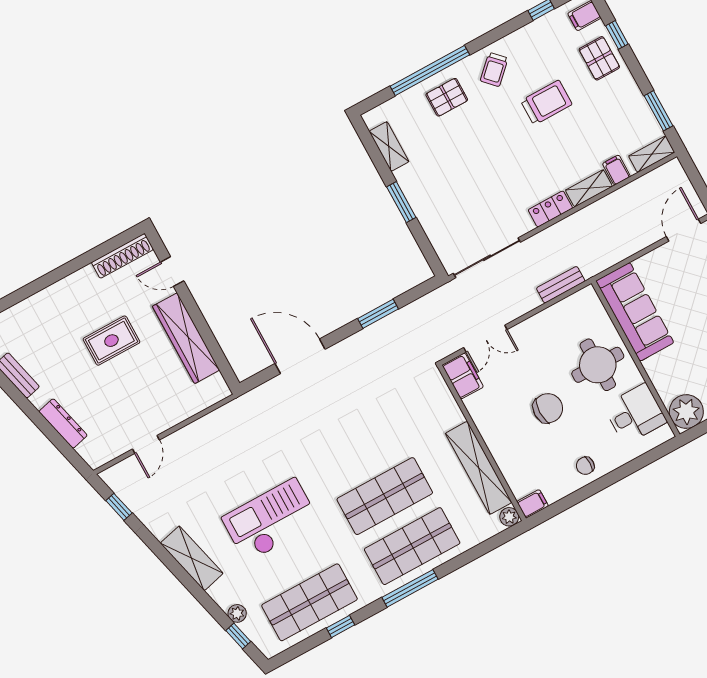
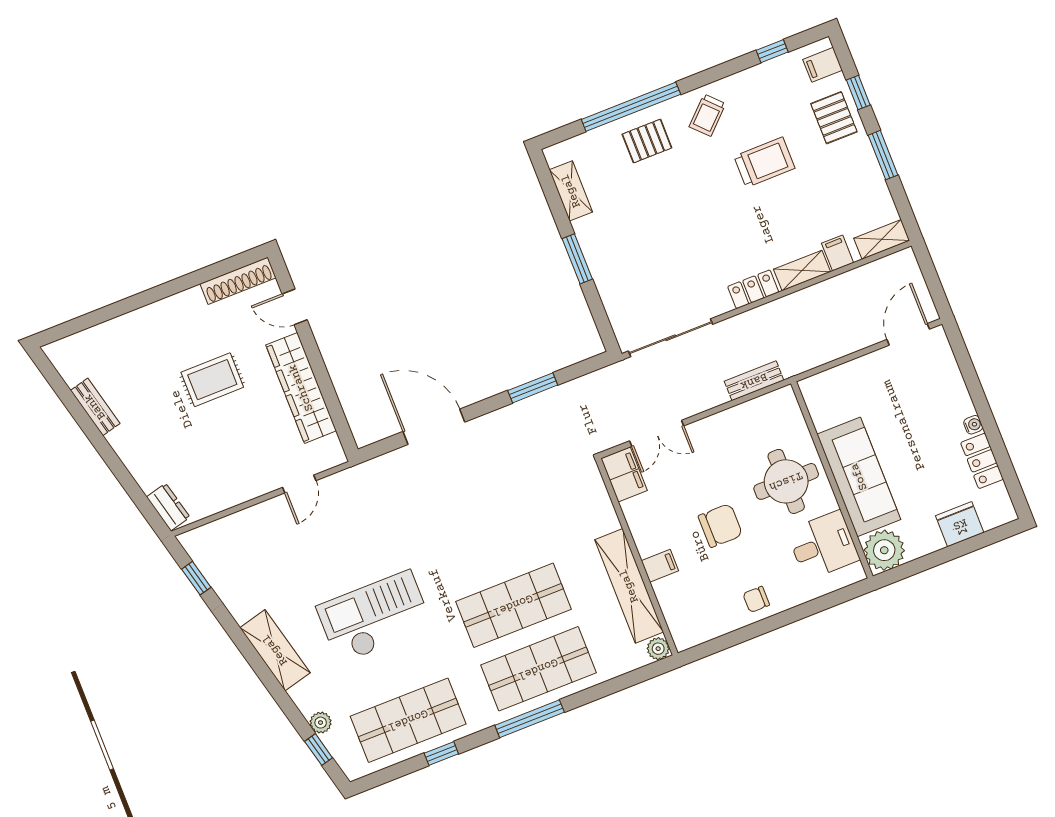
window: (658, 111) -> (883, 155), moved
sofa: (635, 312) -> (859, 477), moved
dresser: (63, 423) -> (168, 507), moved, width x0.70
door: (146, 444) -> (299, 484), moved
filing cabinet: (533, 504) -> (660, 566), moved

